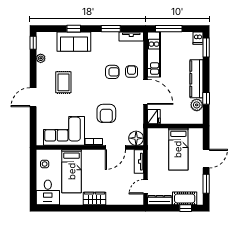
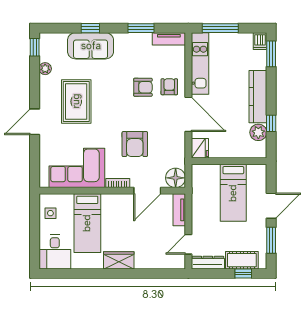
rug: (63, 82) -> (76, 101), width x1.36, depth x1.43

